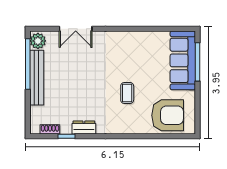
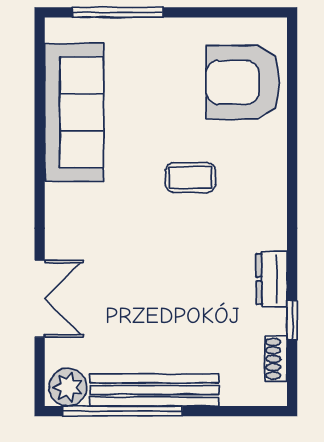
sofa: (183, 60) -> (74, 112), moved, turned -90
armchair: (168, 115) -> (243, 82), turned -90

